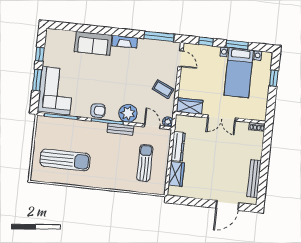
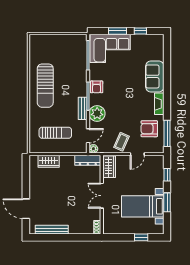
armchair: (152, 56) -> (149, 129), added
door: (180, 59) -> (137, 154), moved
dresser: (178, 147) -> (88, 160), moved
sun lounger: (65, 160) -> (45, 86), moved

